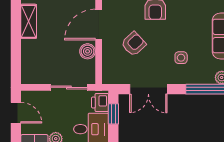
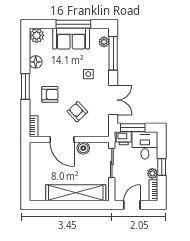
shelving: (29, 21) -> (76, 193), width x2.20, depth x1.33
window: (113, 114) -> (133, 128), width x1.50

